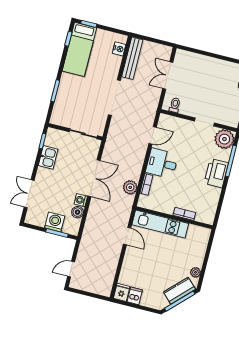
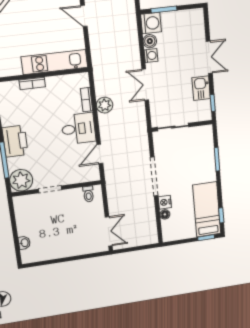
nightstand: (119, 49) -> (165, 202), moved
bench: (132, 58) -> (150, 223), removed
floor lamp: (117, 60) -> (165, 214), added
double door: (168, 75) -> (109, 231), moved
double door: (94, 178) -> (145, 85), width x0.73
plant: (130, 187) -> (105, 105), moved
double door: (29, 194) -> (209, 57), moved
washing machine: (55, 222) -> (151, 23), moved, turned -90
door: (127, 236) -> (84, 16), moved

